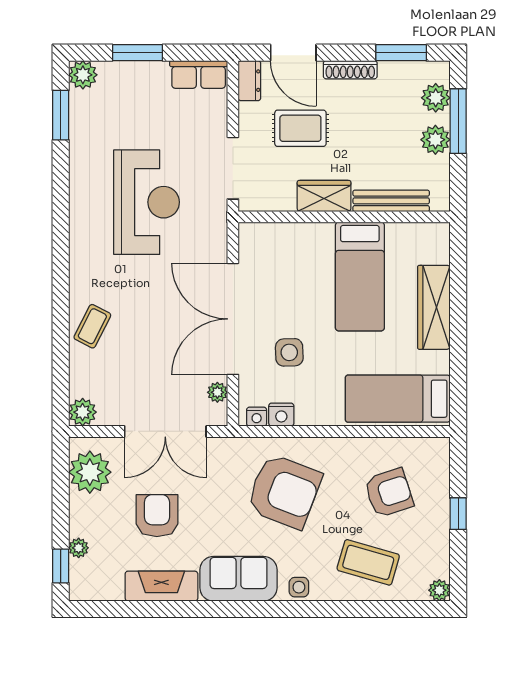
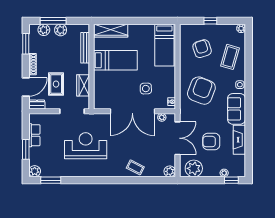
row of seats: (199, 74) -> (34, 135), moved
wardrobe: (324, 196) -> (83, 85), moved
wardrobe: (434, 307) -> (111, 31), moved
nightstand: (281, 415) -> (171, 92), removed

